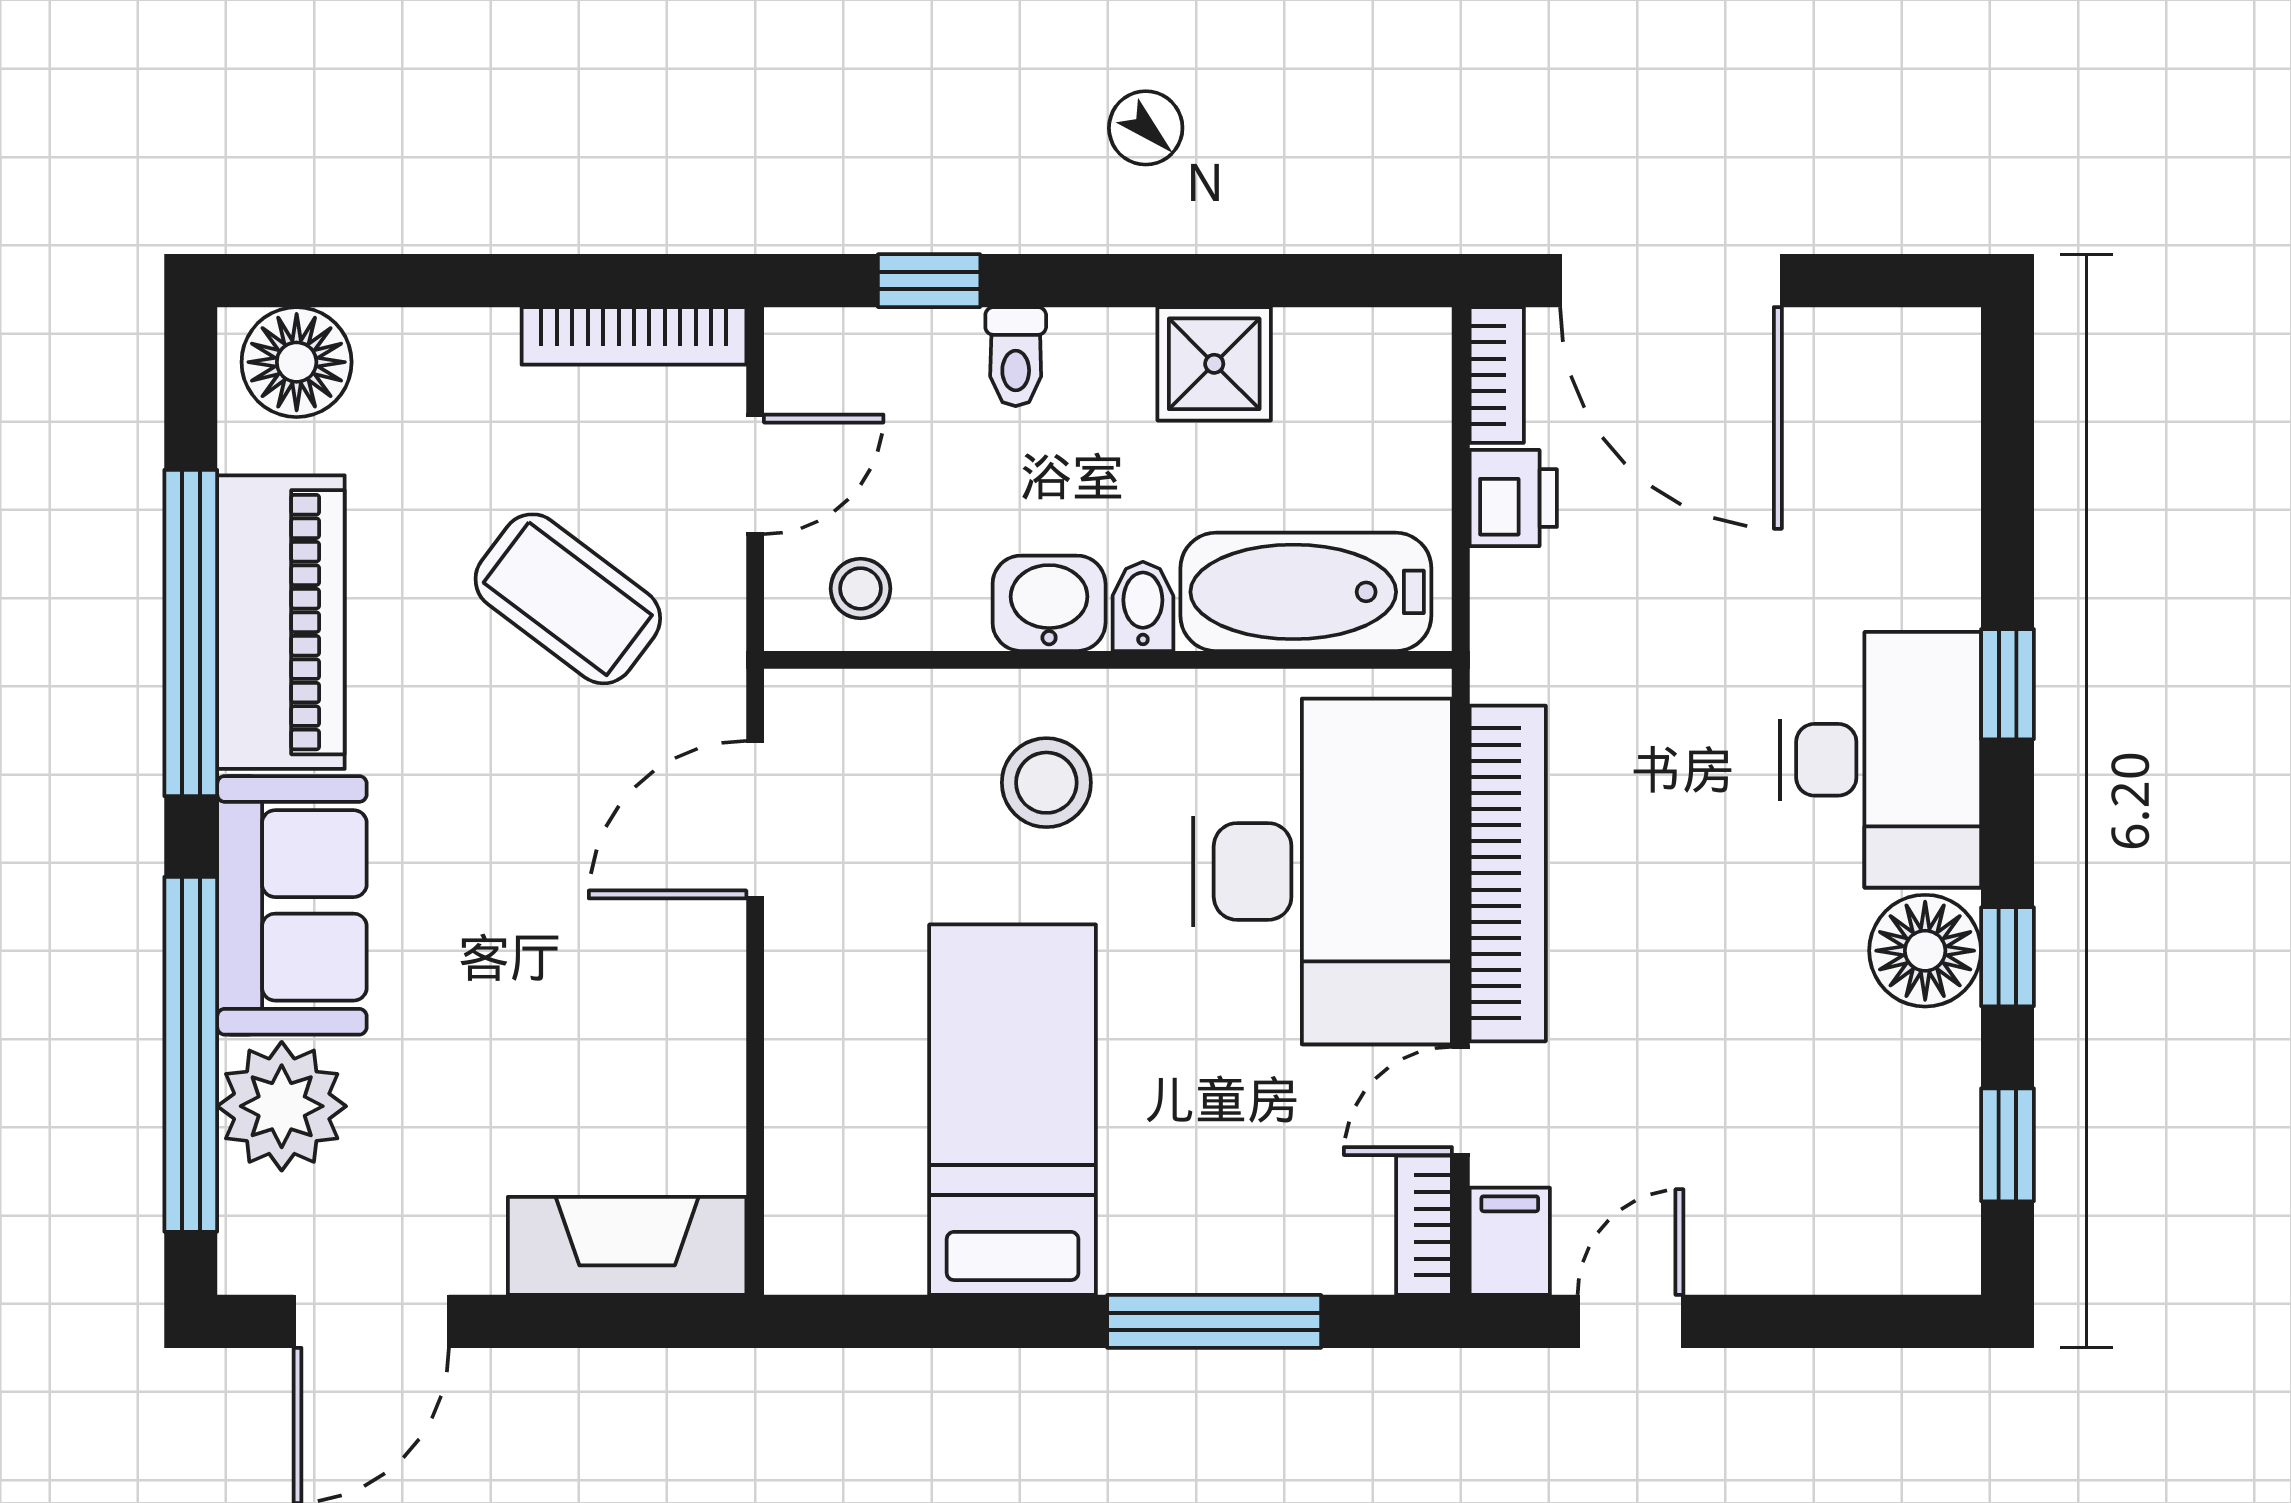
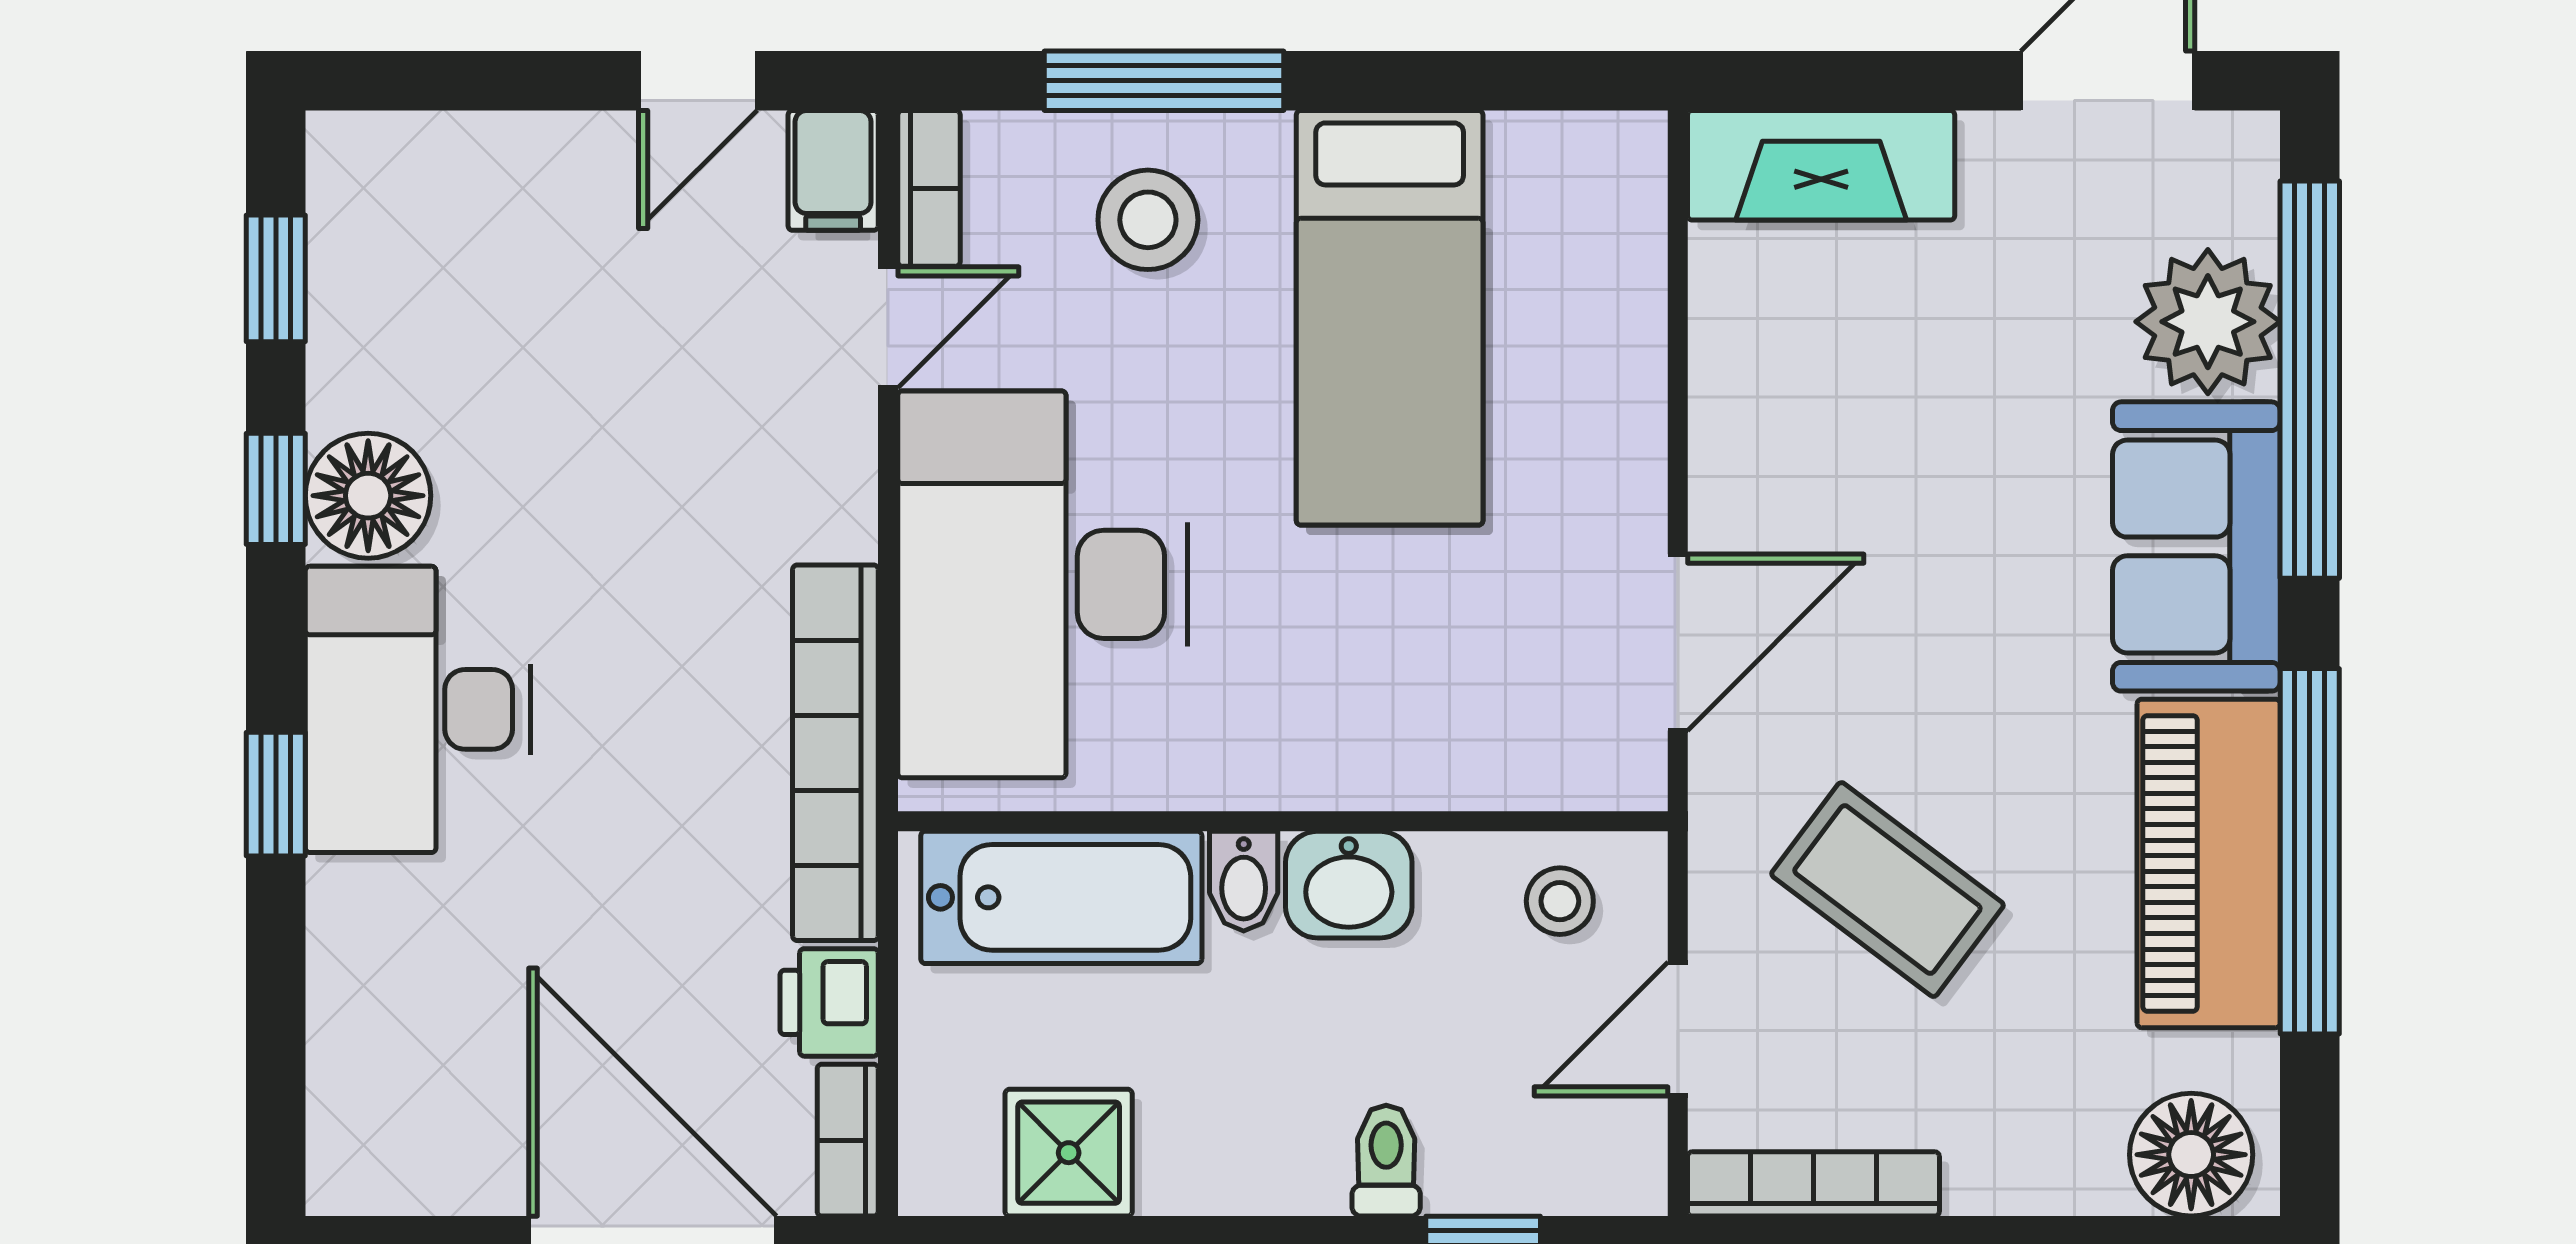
shower: (1214, 364) -> (1069, 1153), moved
stool: (1046, 783) -> (1148, 220), moved
bookcase: (1508, 873) -> (835, 753), moved

